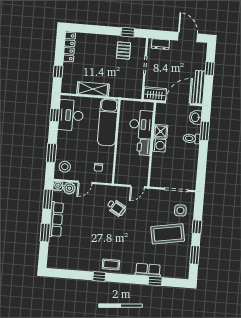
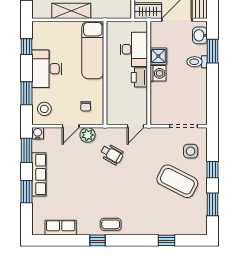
desk: (71, 115) -> (47, 69), moved
plant: (69, 188) -> (88, 135), moved
coffee table: (168, 234) -> (177, 181), turned 37
row of seats: (148, 270) -> (61, 228), moved

